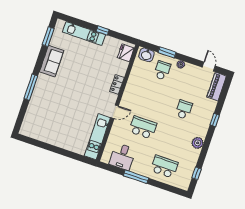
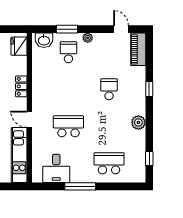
door: (115, 112) -> (29, 119), swing flipped

